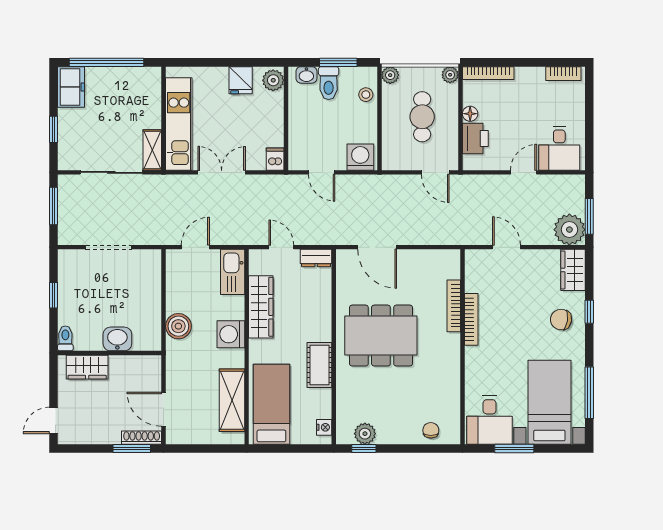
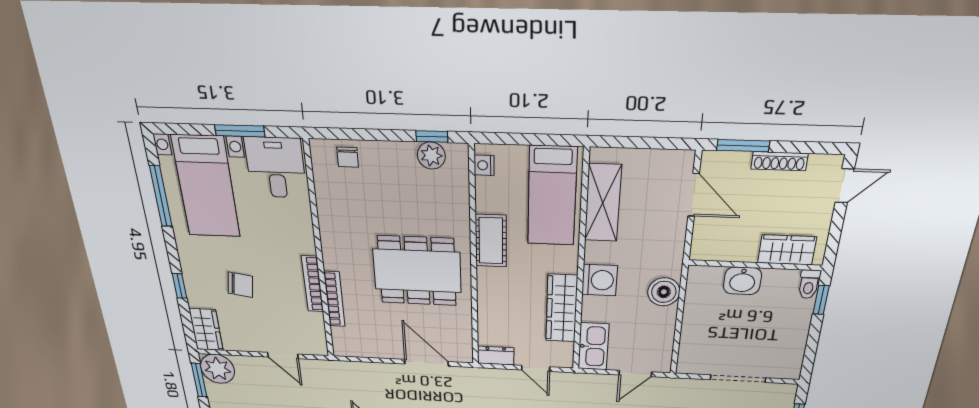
window: (54, 295) -> (821, 300), moved
chair: (561, 320) -> (240, 285), moved
shoe rack: (142, 438) -> (779, 161), moved

